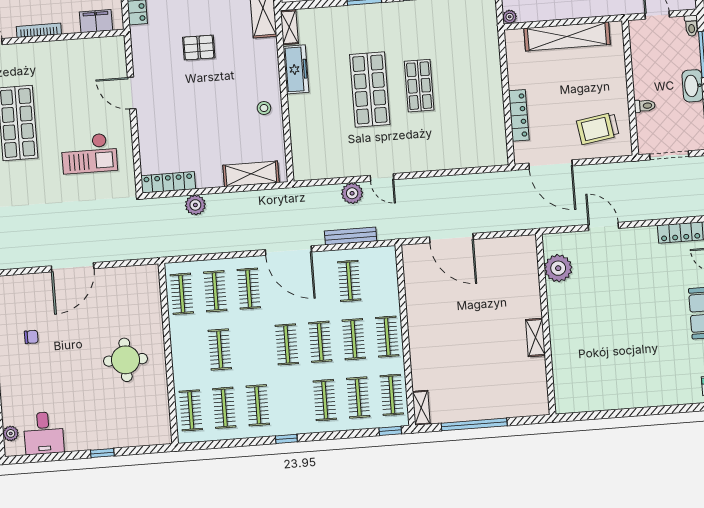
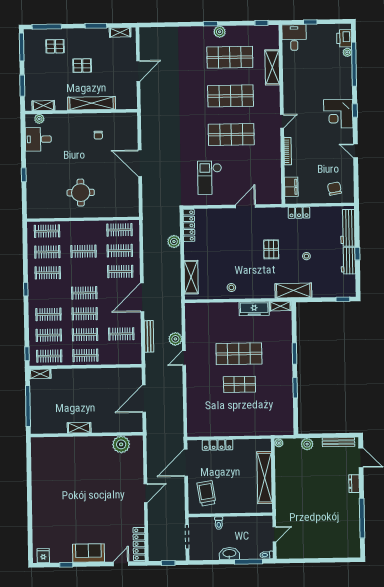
plant: (558, 268) -> (121, 444), moved
wall: (546, 324) -> (87, 435), moved
shelving: (535, 337) -> (79, 428), moved

